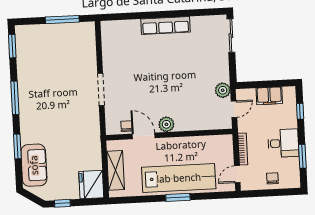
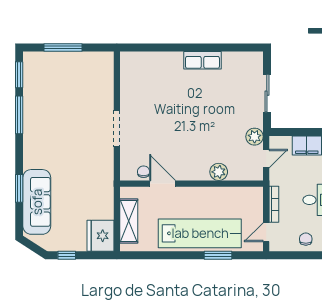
window: (62, 20) -> (63, 47), moved
row of seats: (166, 26) -> (202, 60), width x0.68
sliding door: (231, 36) -> (267, 93), moved
window: (15, 98) -> (19, 115), moved
plant: (166, 124) -> (219, 172), moved
sofa: (34, 165) -> (37, 202), width x1.36
window: (178, 197) -> (218, 255), moved

